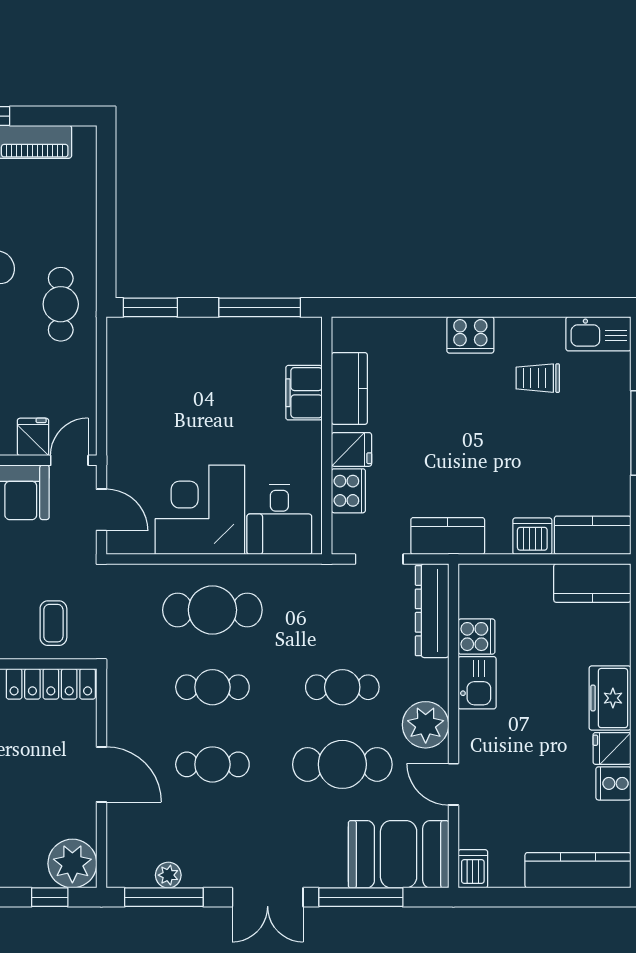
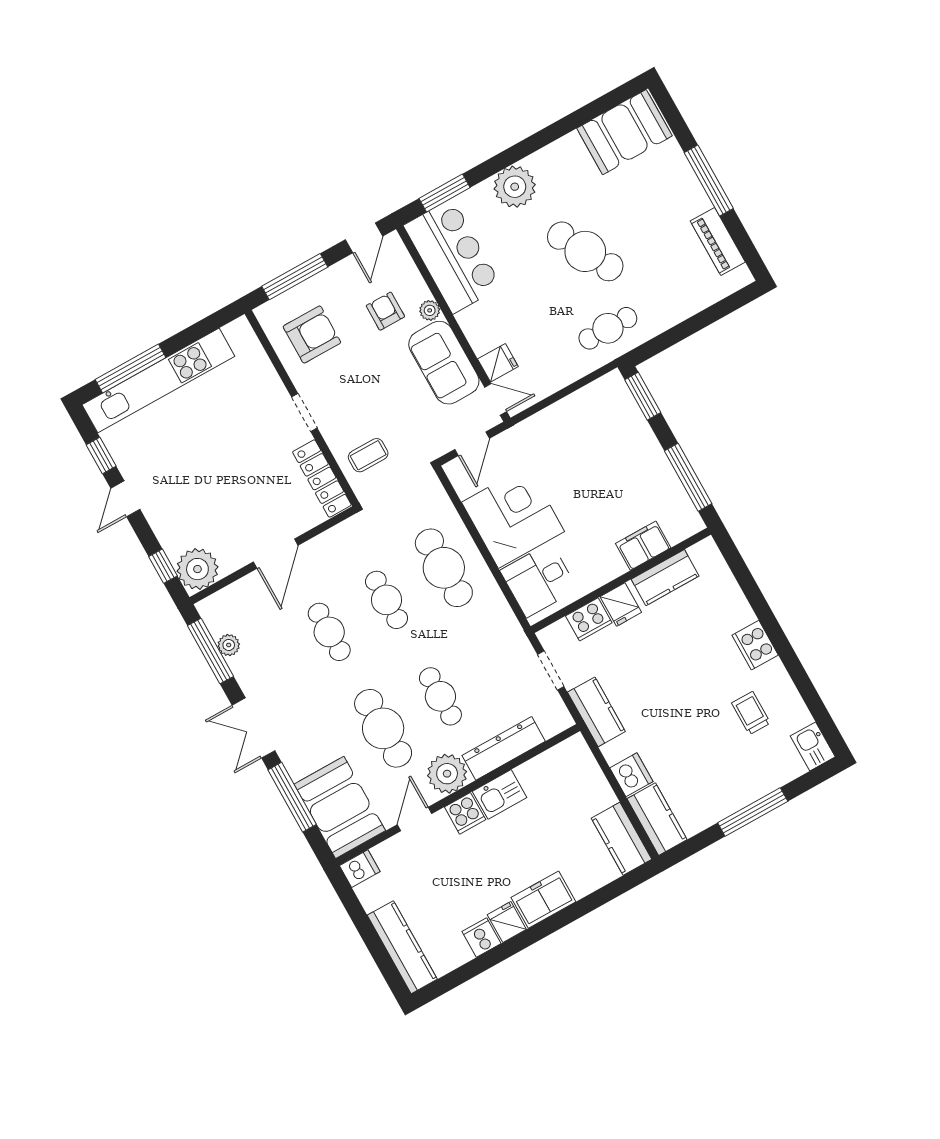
kitchen sink: (598, 334) -> (813, 746), width x0.73
dresser: (432, 611) -> (504, 748), moved
cooker: (477, 637) -> (465, 813), moved

